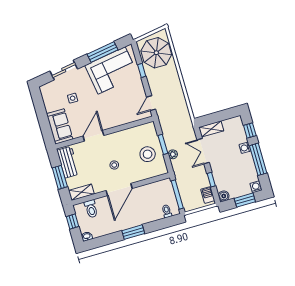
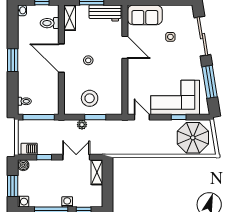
sliding door: (64, 70) -> (202, 36), width x1.37
corner sofa: (112, 70) -> (175, 97), moved, turned 99

